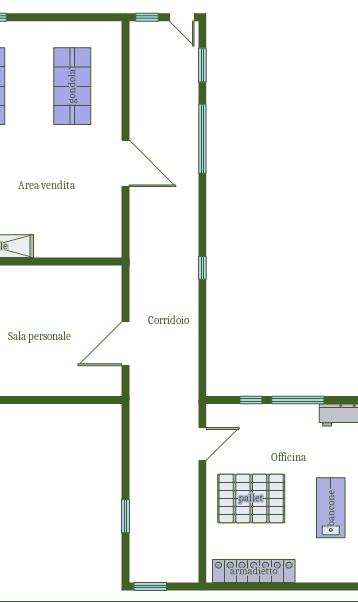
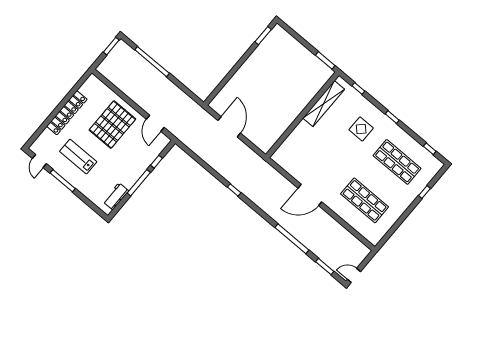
window: (147, 17) -> (367, 260), removed
lab bench: (331, 508) -> (78, 157), turned 180
window: (125, 516) -> (152, 62), width x2.11
locker: (254, 571) -> (67, 113), moved

